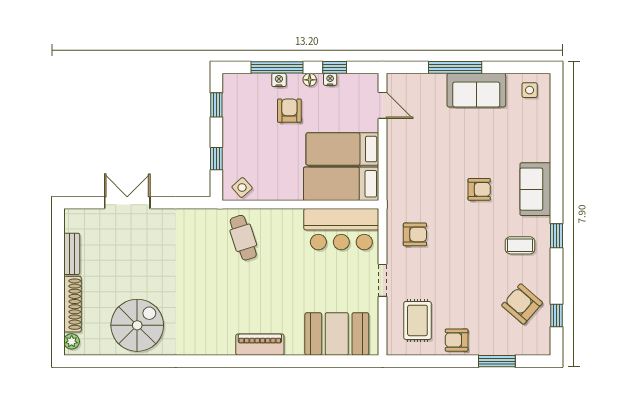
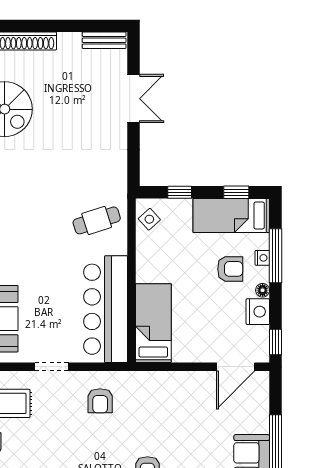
window: (335, 67) -> (276, 342), moved
nightstand: (330, 79) -> (258, 312), width x1.89, depth x1.79
door: (383, 105) -> (236, 367), width x1.38
bed: (342, 149) -> (231, 215), moved, turned -90
bar counter: (341, 229) -> (106, 309), width x1.36
bench: (72, 254) -> (104, 40), moved

